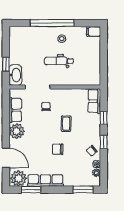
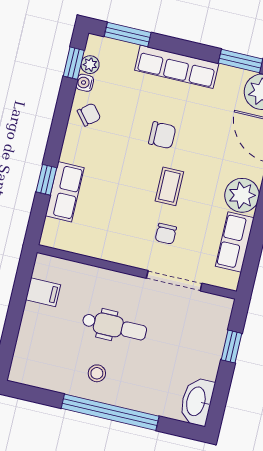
filing cabinet: (94, 31) -> (43, 292), moved
washbasin: (15, 75) -> (197, 402), moved
row of seats: (94, 101) -> (65, 192), moved
coffee table: (66, 124) -> (169, 186), moved
window: (104, 142) -> (74, 63), moved
row of seats: (45, 181) -> (177, 67), moved

